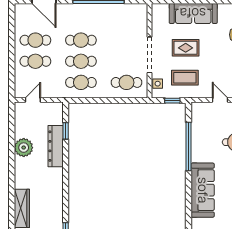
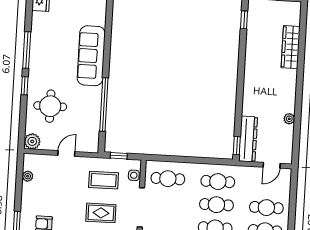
door: (220, 100) -> (66, 153), swing flipped
window: (66, 131) -> (237, 146), moved
dresser: (56, 146) -> (248, 139), moved
plant: (24, 148) -> (289, 119), width x0.53, depth x0.53

